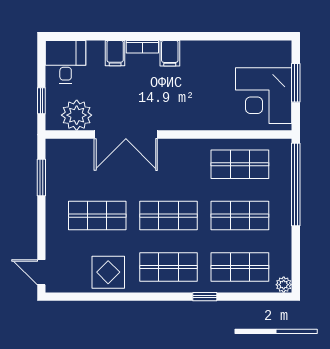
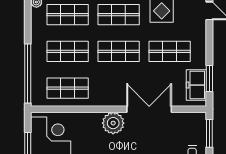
window: (41, 101) -> (209, 133), width x1.50
plant: (77, 115) -> (113, 123), moved
freezer: (59, 168) -> (196, 85), added

